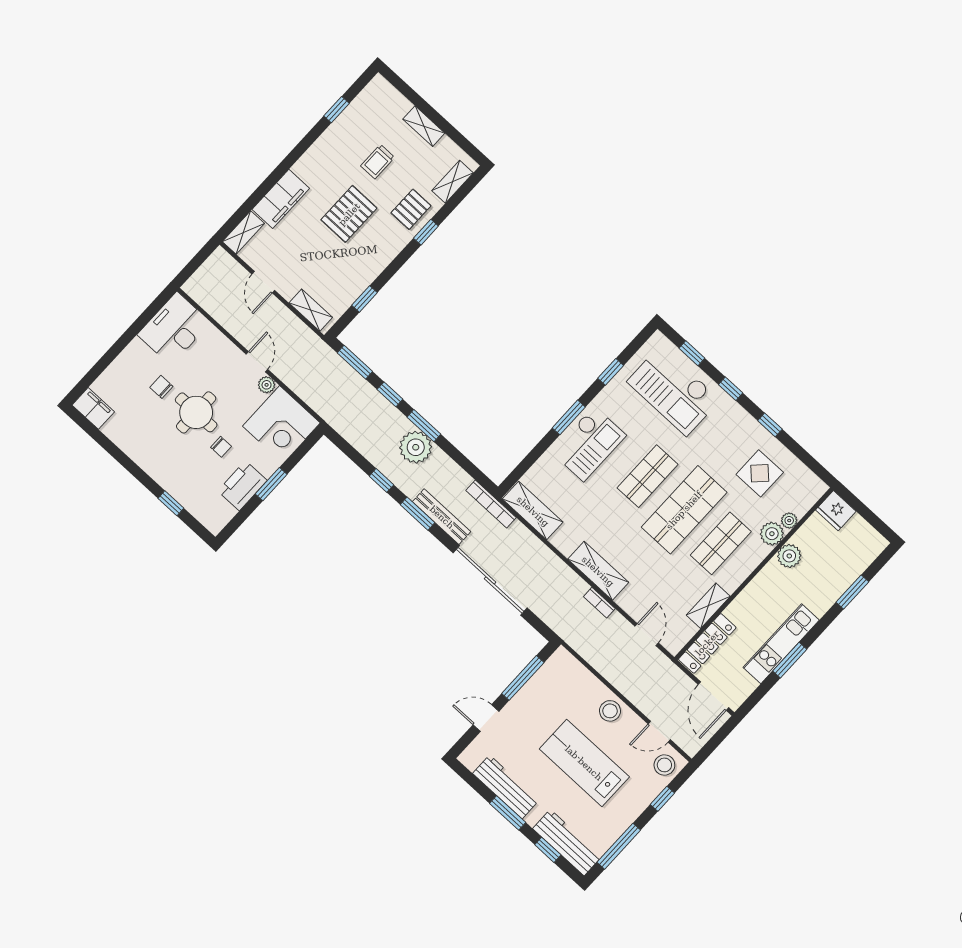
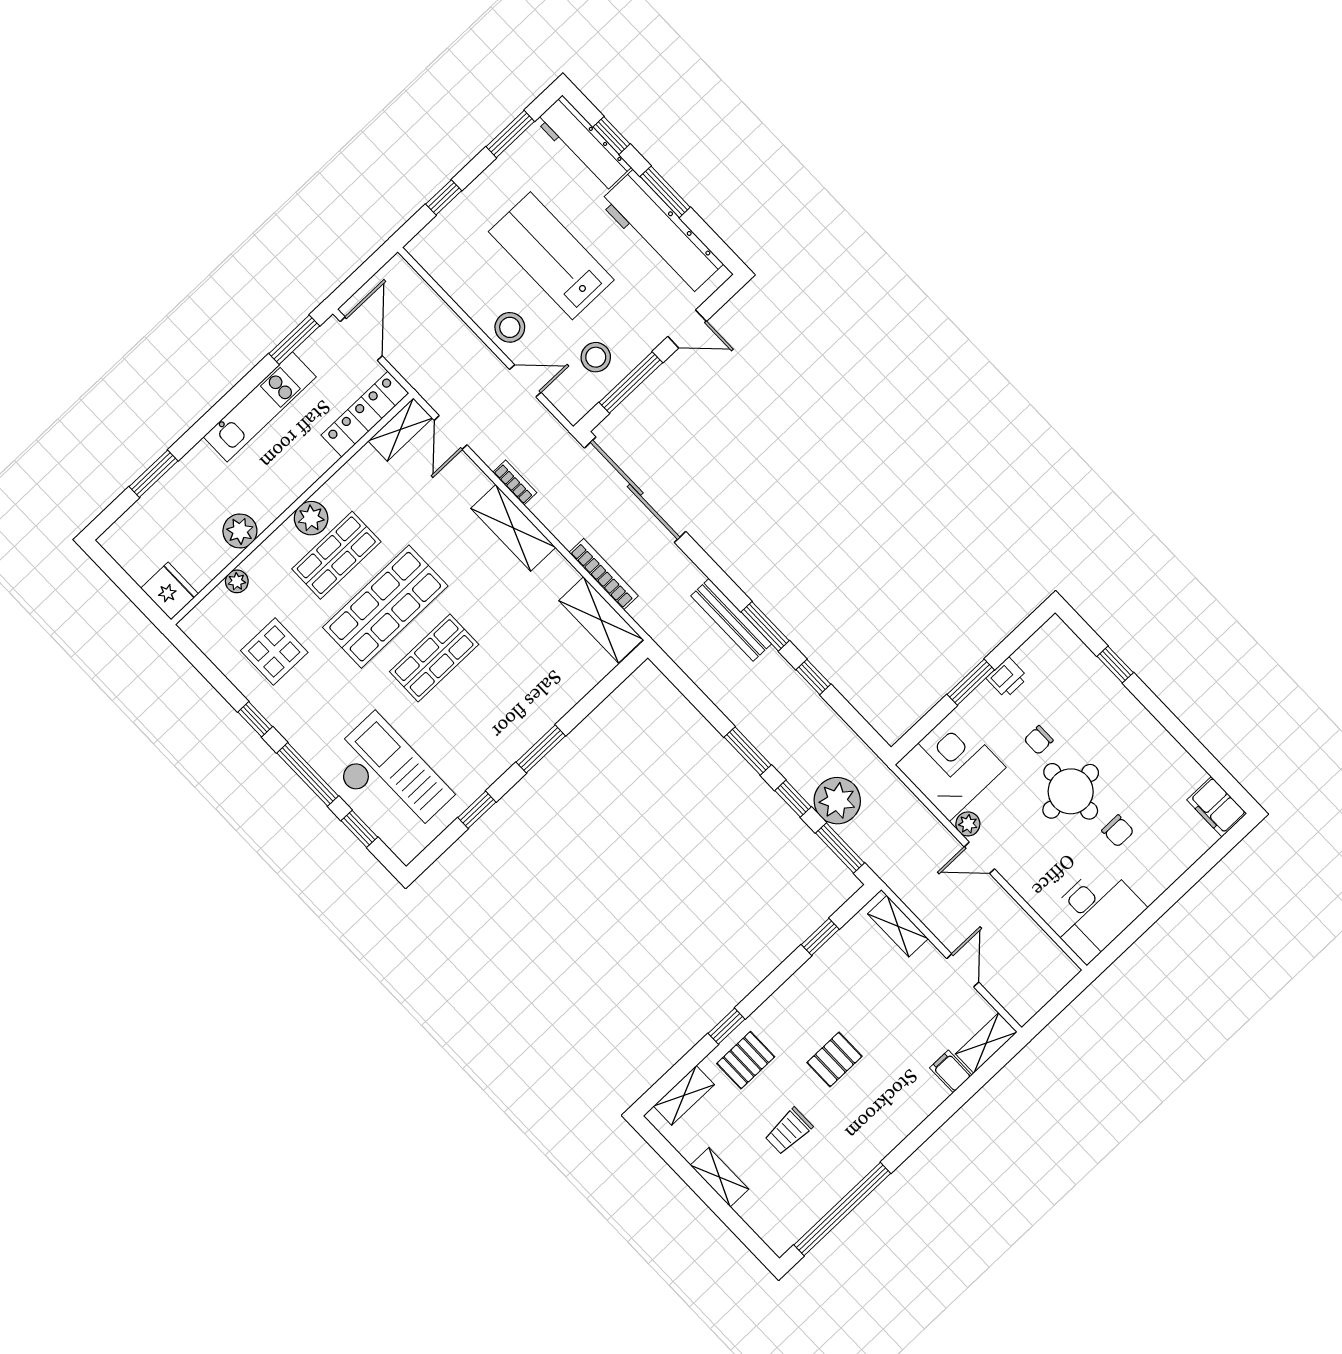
window: (336, 110) -> (842, 1209), width x3.17
trolley: (378, 162) -> (789, 1131), turned 180
filing cabinet: (281, 199) -> (951, 1071), width x0.33, depth x0.86
pallet: (349, 214) -> (834, 1059), width x0.67, depth x0.71
door: (257, 362) -> (979, 858), hinge flipped
window: (731, 389) -> (308, 774), width x2.17
checkout: (589, 444) -> (515, 710), removed
chair: (221, 447) -> (1039, 740), turned -90
plant: (416, 447) -> (837, 801), moved
printer: (242, 486) -> (1007, 678), width x0.53, depth x0.68
bookcase: (491, 504) -> (604, 574), moved
plant: (772, 534) -> (311, 518), moved
sliding door: (490, 580) -> (635, 490), moved
shelving: (708, 606) -> (400, 429), moved
window: (790, 660) -> (294, 340), moved
door: (659, 732) -> (525, 381), moved
lab bench: (584, 763) -> (551, 256), turned 180
stool: (664, 765) -> (596, 357), moved
workbench: (506, 787) -> (661, 233), width x1.36, depth x1.32
window: (619, 846) -> (510, 134), width x0.69

